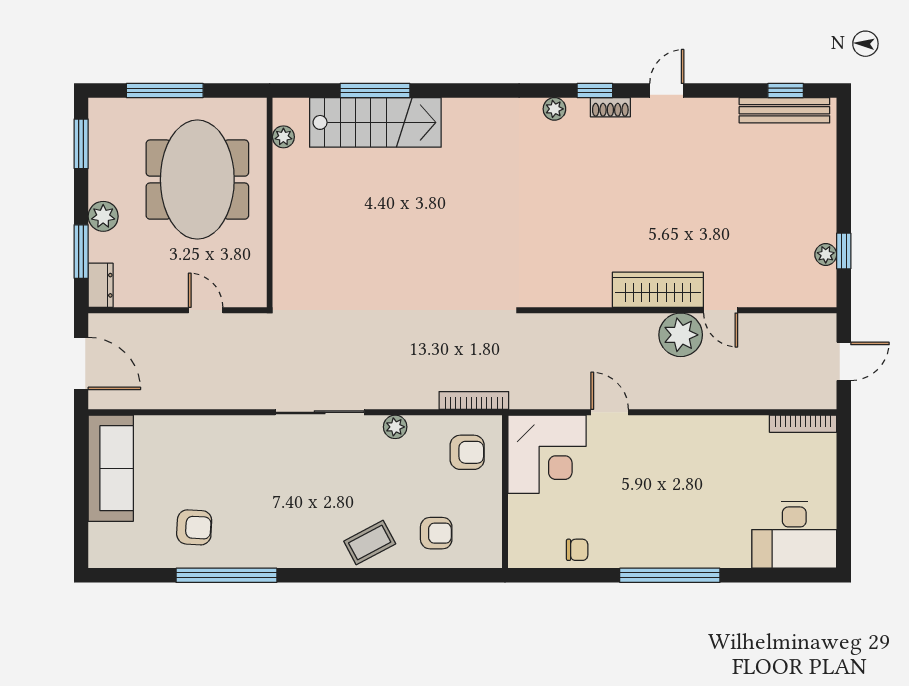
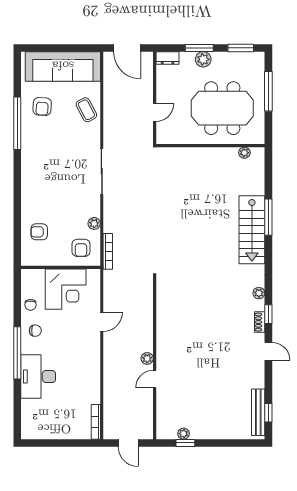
window: (375, 91) -> (268, 217), moved
stairs: (375, 122) -> (252, 230), moved
window: (81, 252) -> (199, 48), moved
wardrobe: (658, 290) -> (165, 347), removed
plant: (681, 335) -> (147, 358), width x0.53, depth x0.53
door: (81, 364) -> (127, 48), hinge flipped
plant: (395, 427) -> (94, 223), moved
corner desk: (547, 454) -> (66, 289), moved, turned -90
sofa: (111, 468) -> (63, 66), width x1.36, depth x1.27
armchair: (436, 533) -> (39, 232), turned 90
desk: (794, 535) -> (38, 377), moved
chair: (627, 541) -> (35, 331), added
coffee table: (370, 543) -> (86, 110), moved

